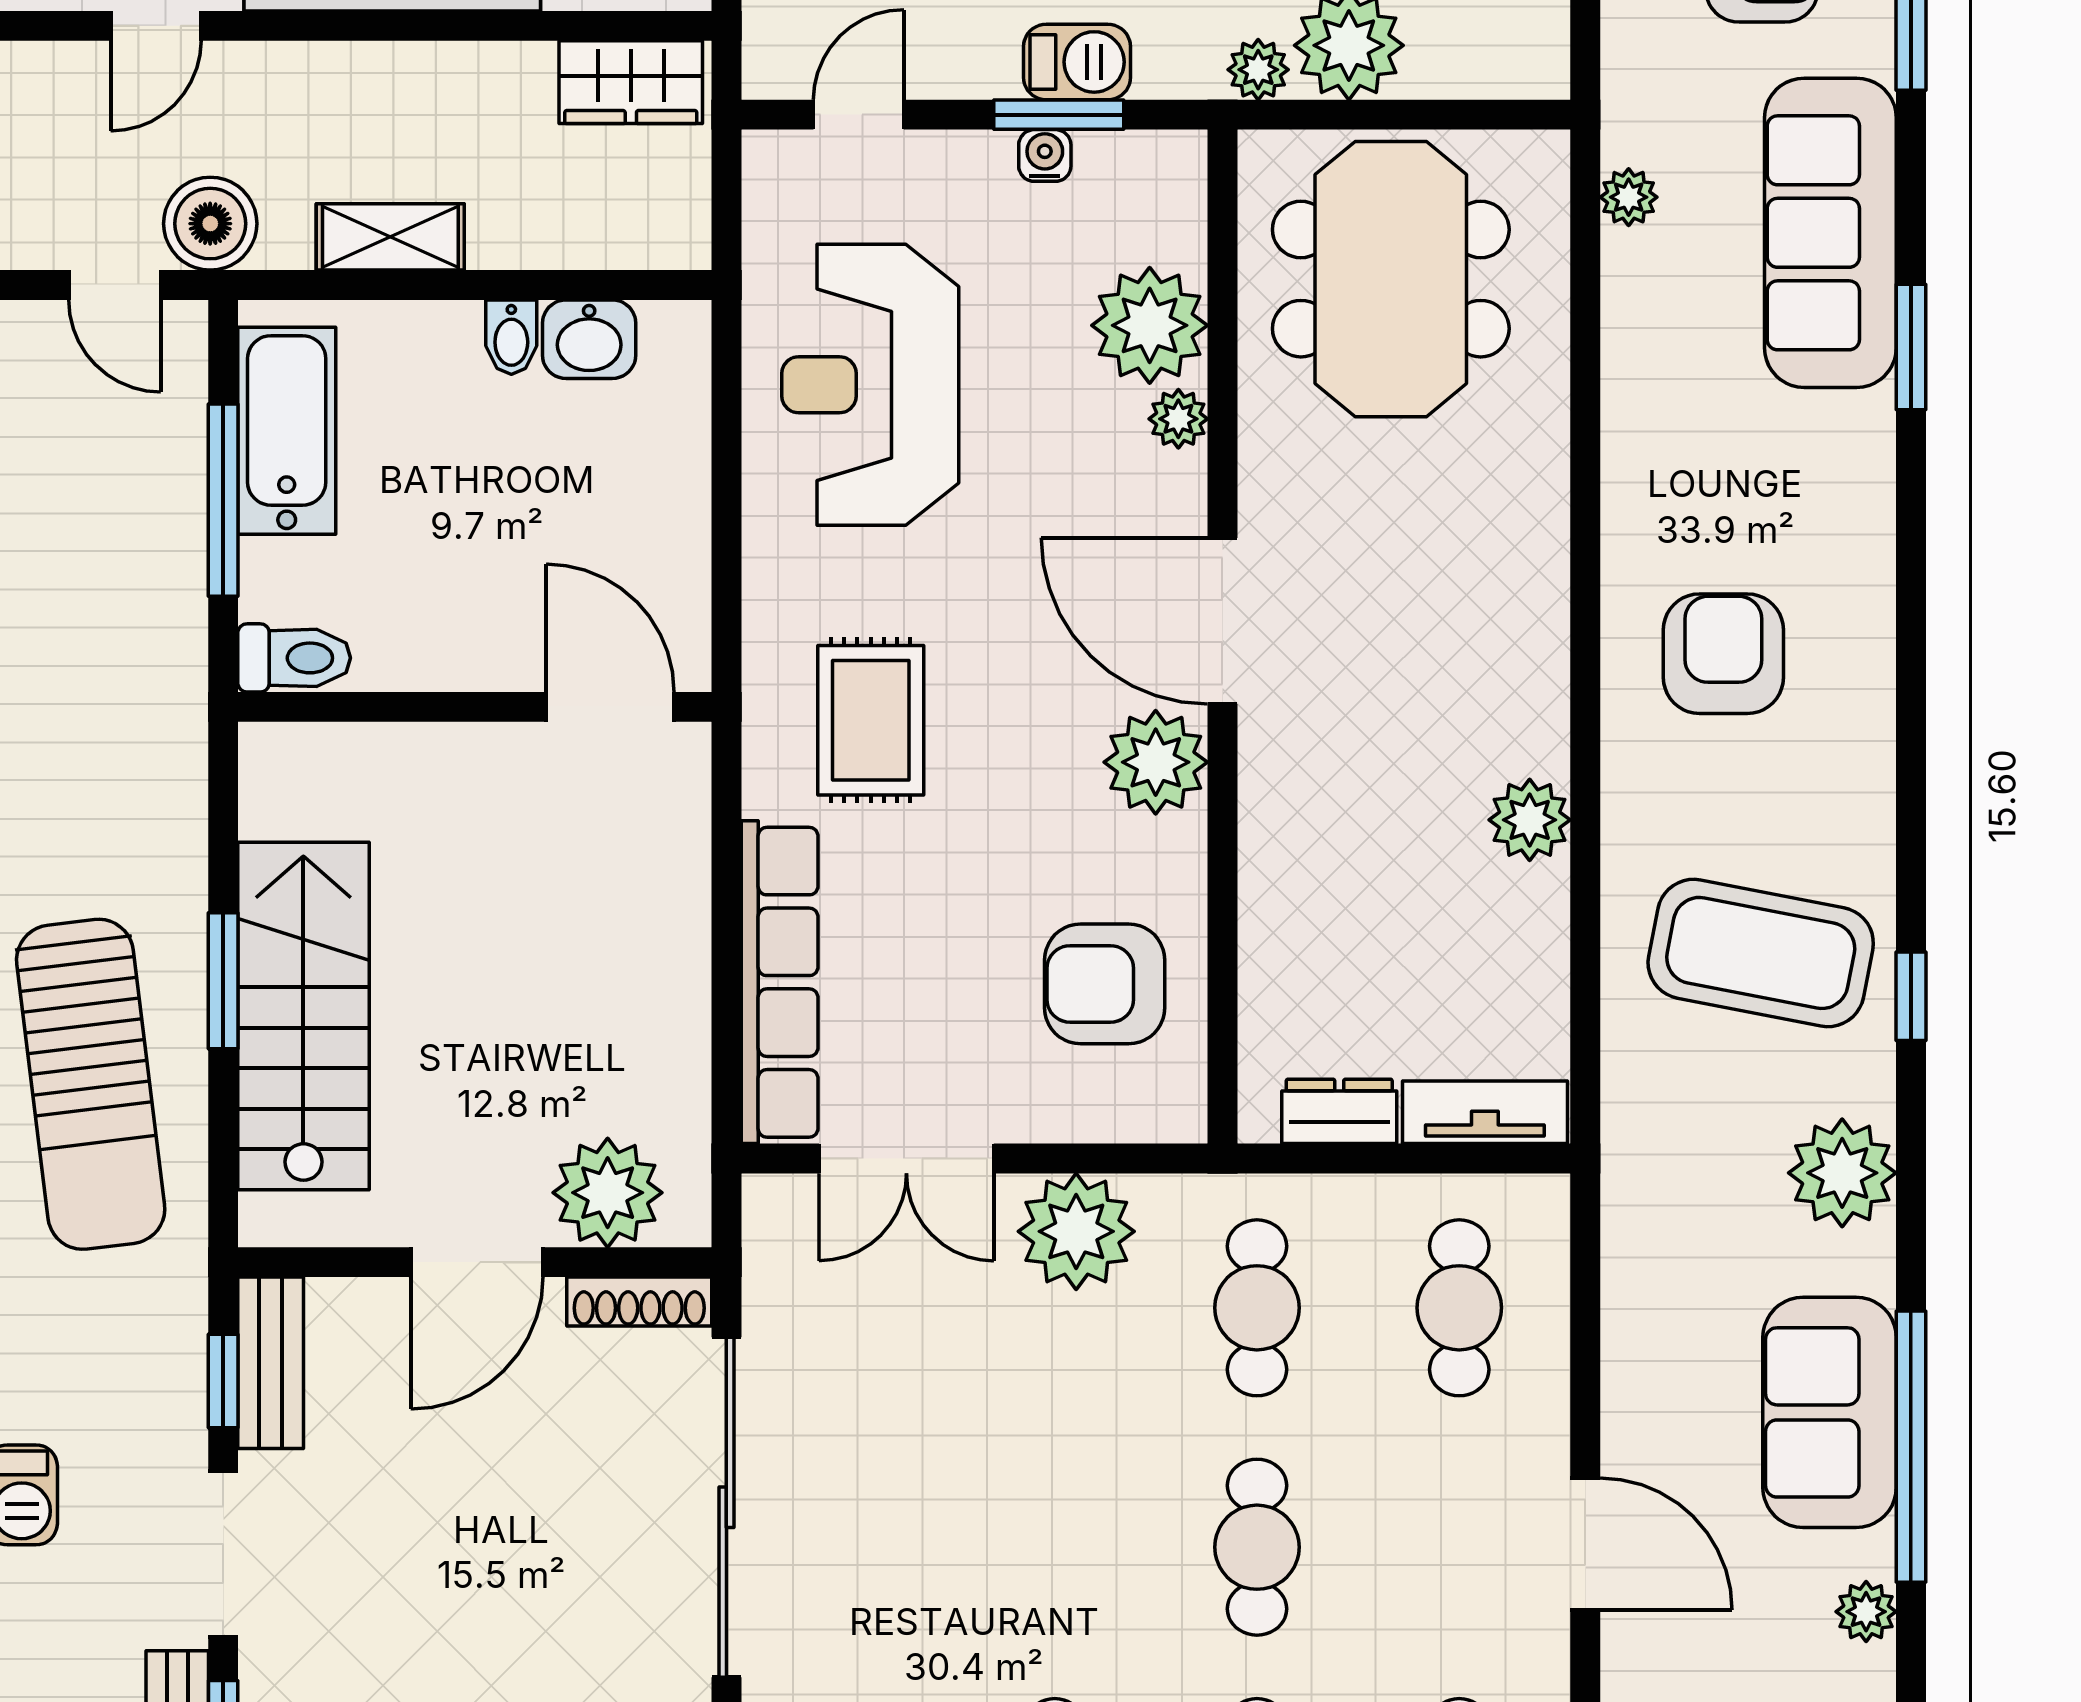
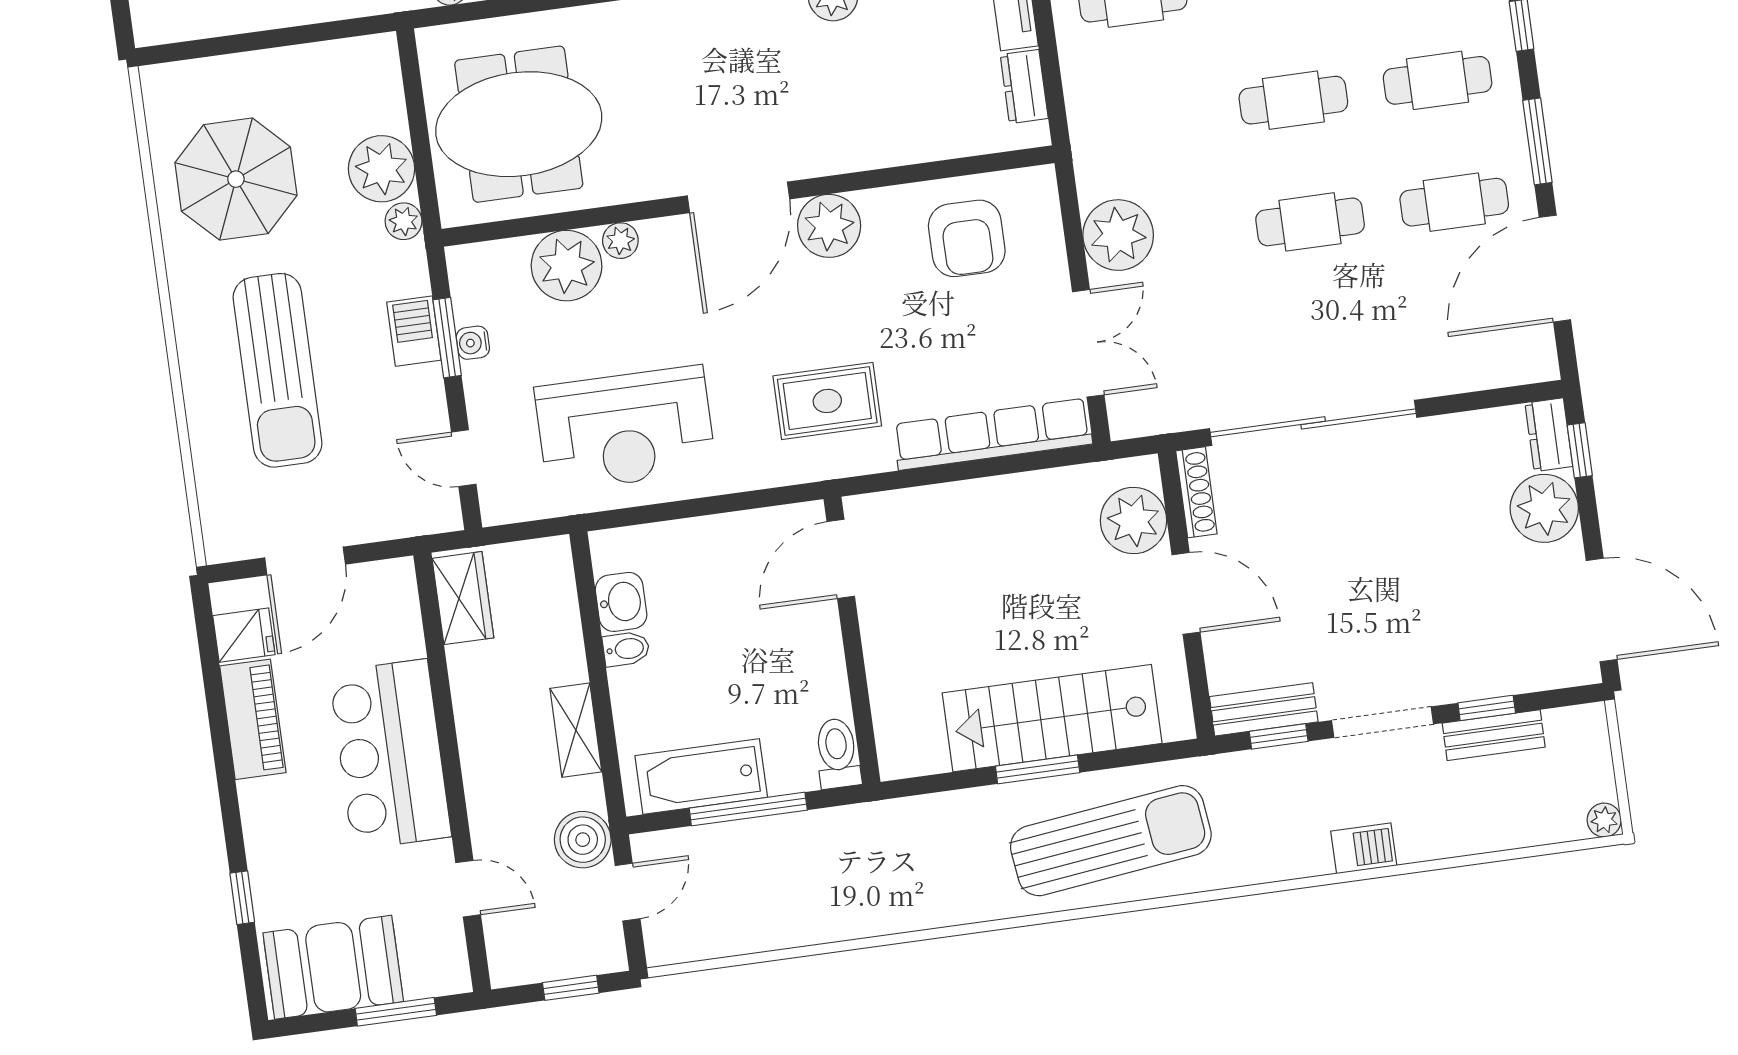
cafe table: (1257, 1308) -> (1310, 222), moved

